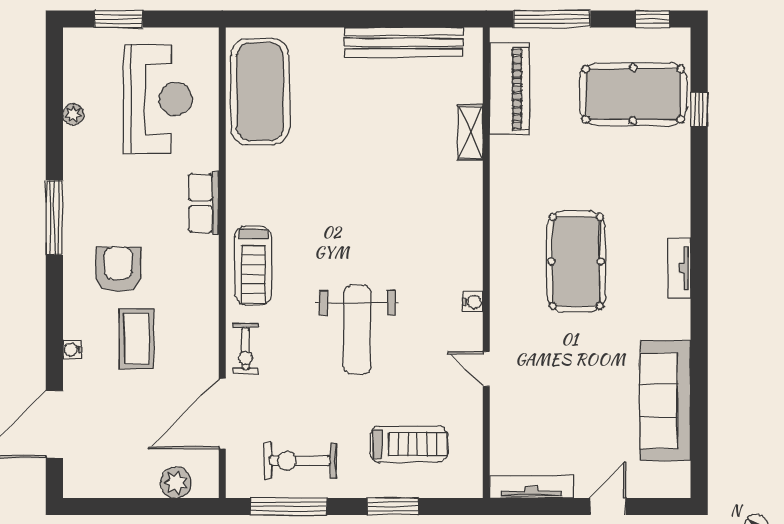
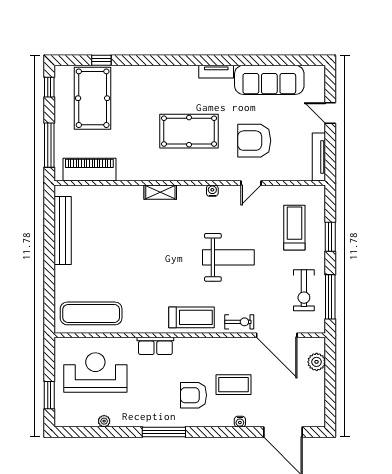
exercise mat: (260, 92) -> (91, 313), width x0.68
shelving: (470, 132) -> (160, 192), moved
tv unit: (679, 268) -> (216, 72), moved
armchair: (560, 375) -> (254, 141), added

